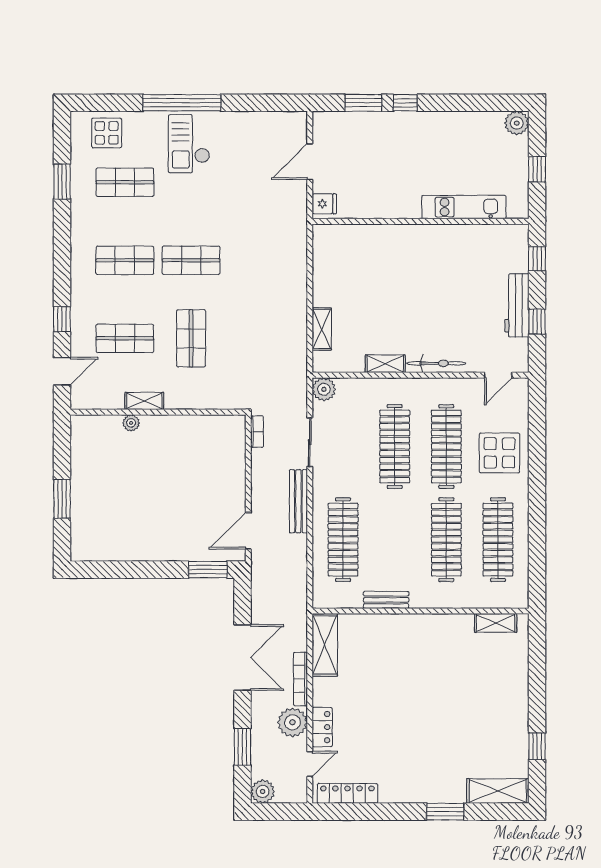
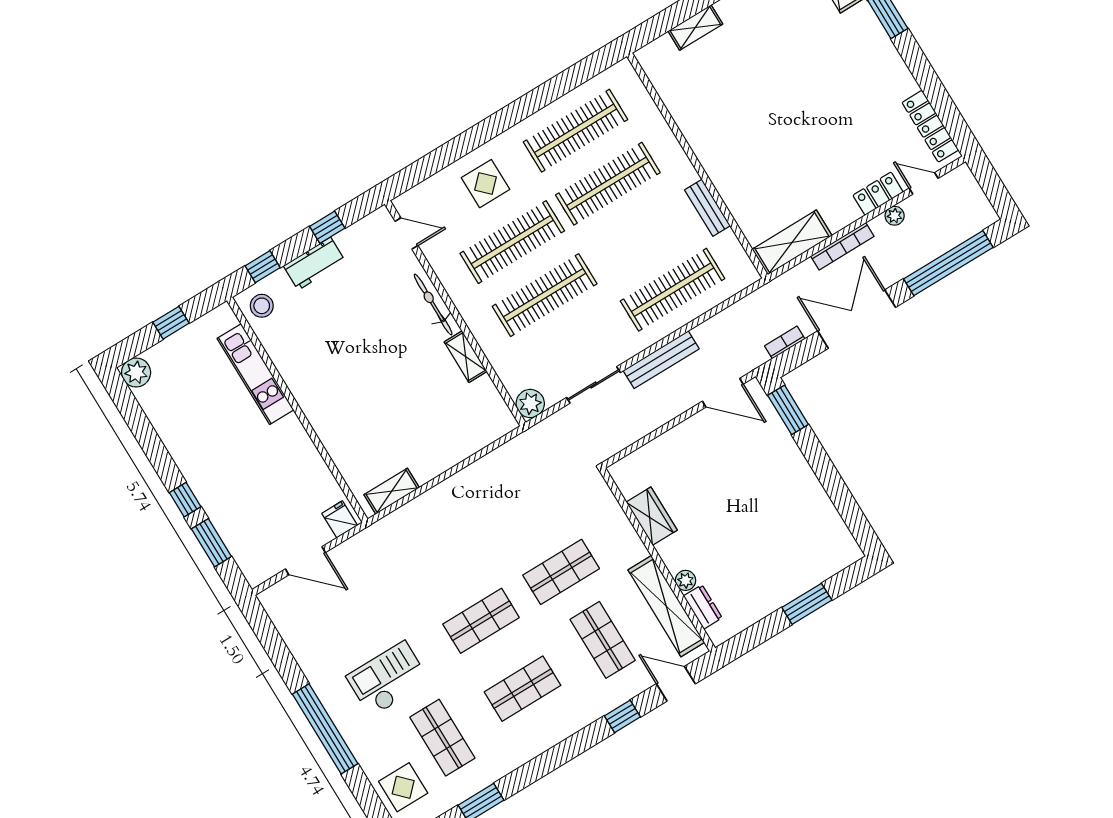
checkout: (189, 144) -> (388, 679), moved, turned 180
stool: (510, 241) -> (262, 306), added
shop shelf: (125, 260) -> (523, 689), turned 90
shop shelf: (191, 260) -> (481, 621), turned 90
workbench: (517, 305) -> (314, 264), width x0.73
shelving: (322, 329) -> (392, 491), moved
shelving: (144, 401) -> (666, 606), width x2.20, depth x1.33
dresser: (105, 424) -> (703, 607), added
wardrobe: (191, 427) -> (652, 516), added
bookcase: (257, 432) -> (785, 342), moved
display table: (499, 453) -> (486, 184), width x0.73, depth x0.73
shelving: (496, 623) -> (695, 27), moved, turned 90
plant: (292, 722) -> (895, 216), width x0.53, depth x0.53
window: (242, 747) -> (948, 263), width x2.11
plant: (263, 791) -> (981, 215), removed

